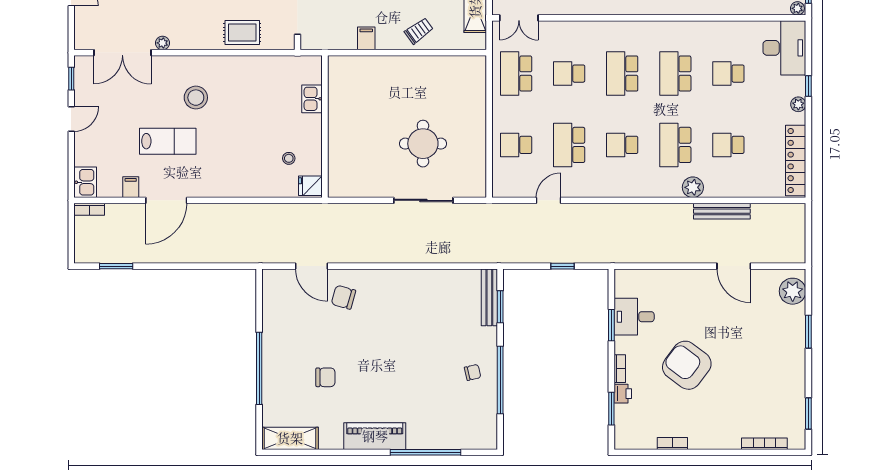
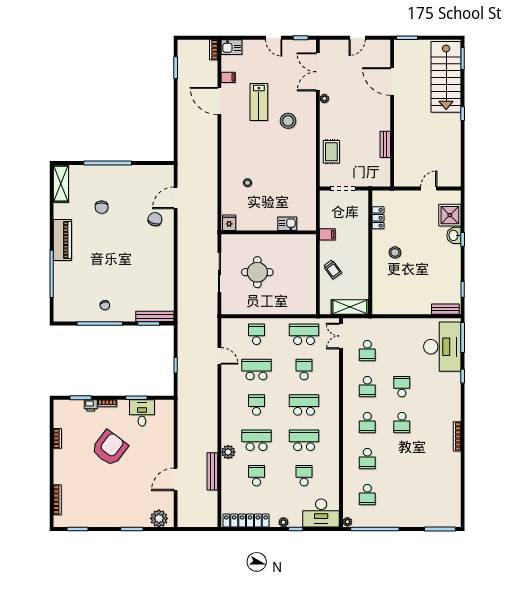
kitchen sink: (312, 99) -> (287, 224), moved
wall: (325, 127) -> (269, 232), moved
fridge: (310, 186) -> (229, 223), moved

